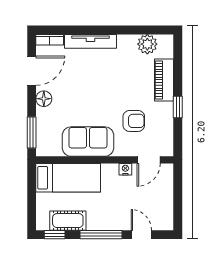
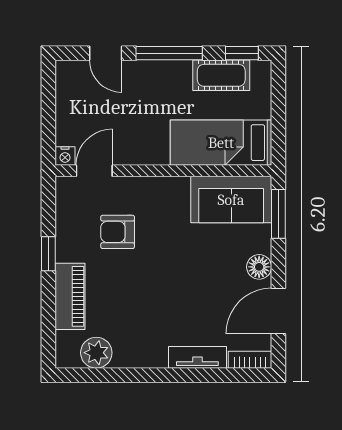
tv unit: (90, 41) -> (197, 357), width x0.71
sofa: (88, 142) -> (231, 200), moved
nightstand: (125, 169) -> (65, 156), moved

